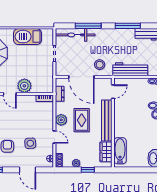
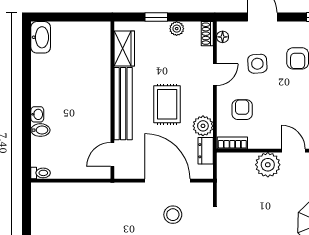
stool: (100, 65) -> (173, 215), moved
workbench: (130, 69) -> (82, 194), removed
armchair: (39, 117) -> (242, 110), added
plant: (61, 120) -> (203, 126), moved
door: (54, 137) -> (215, 75), swing flipped
bathtub: (120, 151) -> (100, 51), removed

